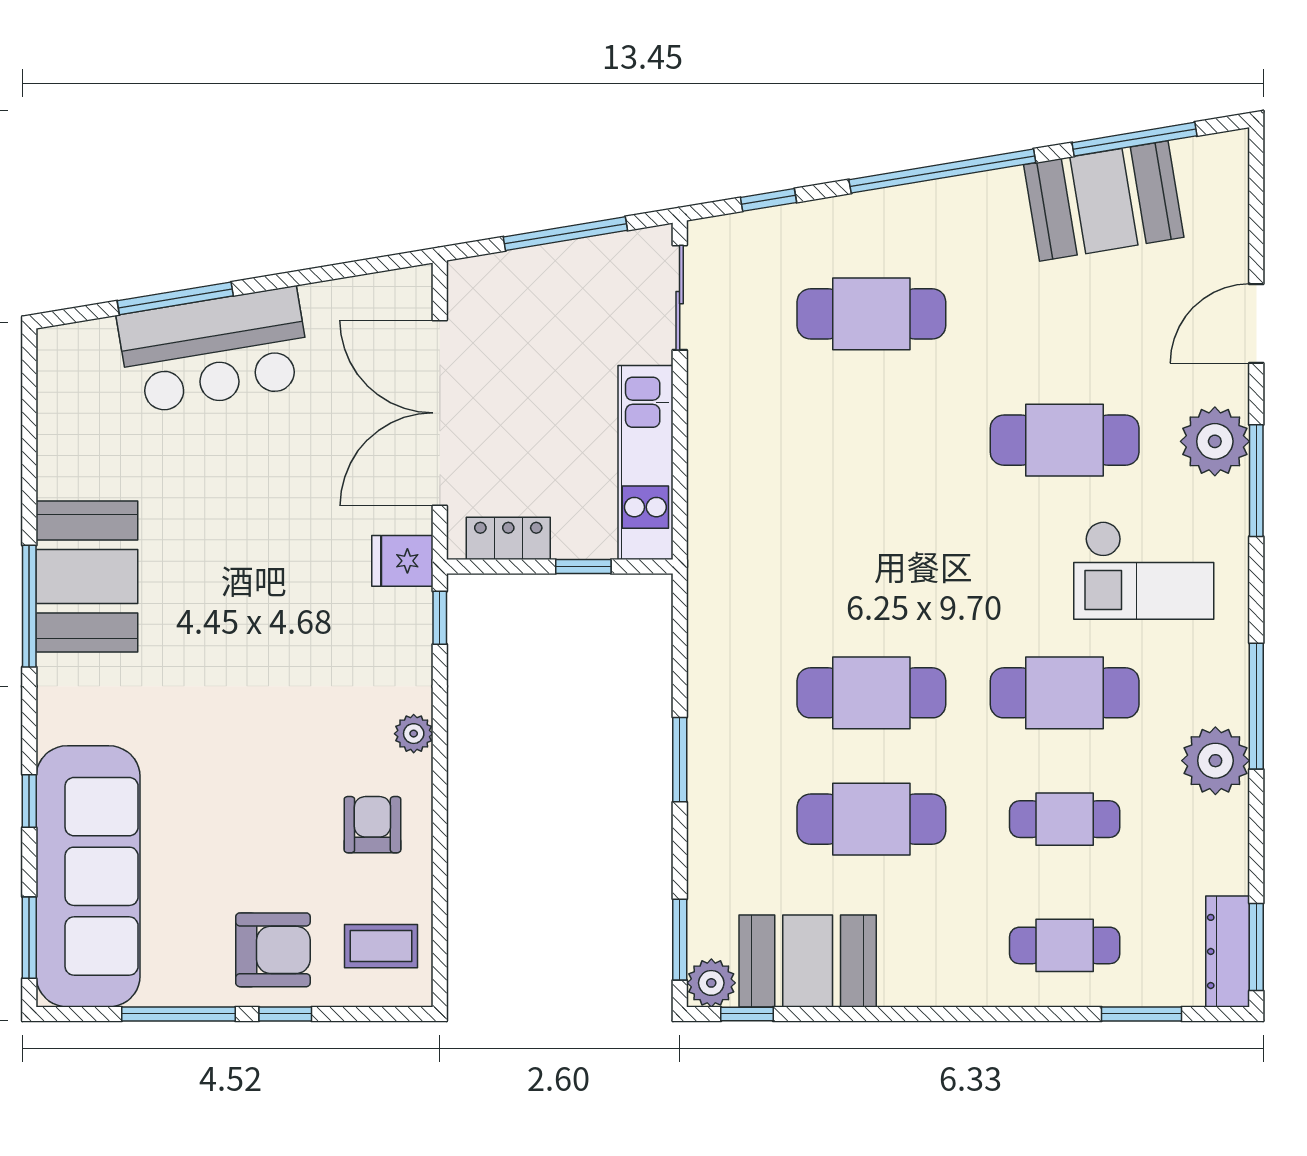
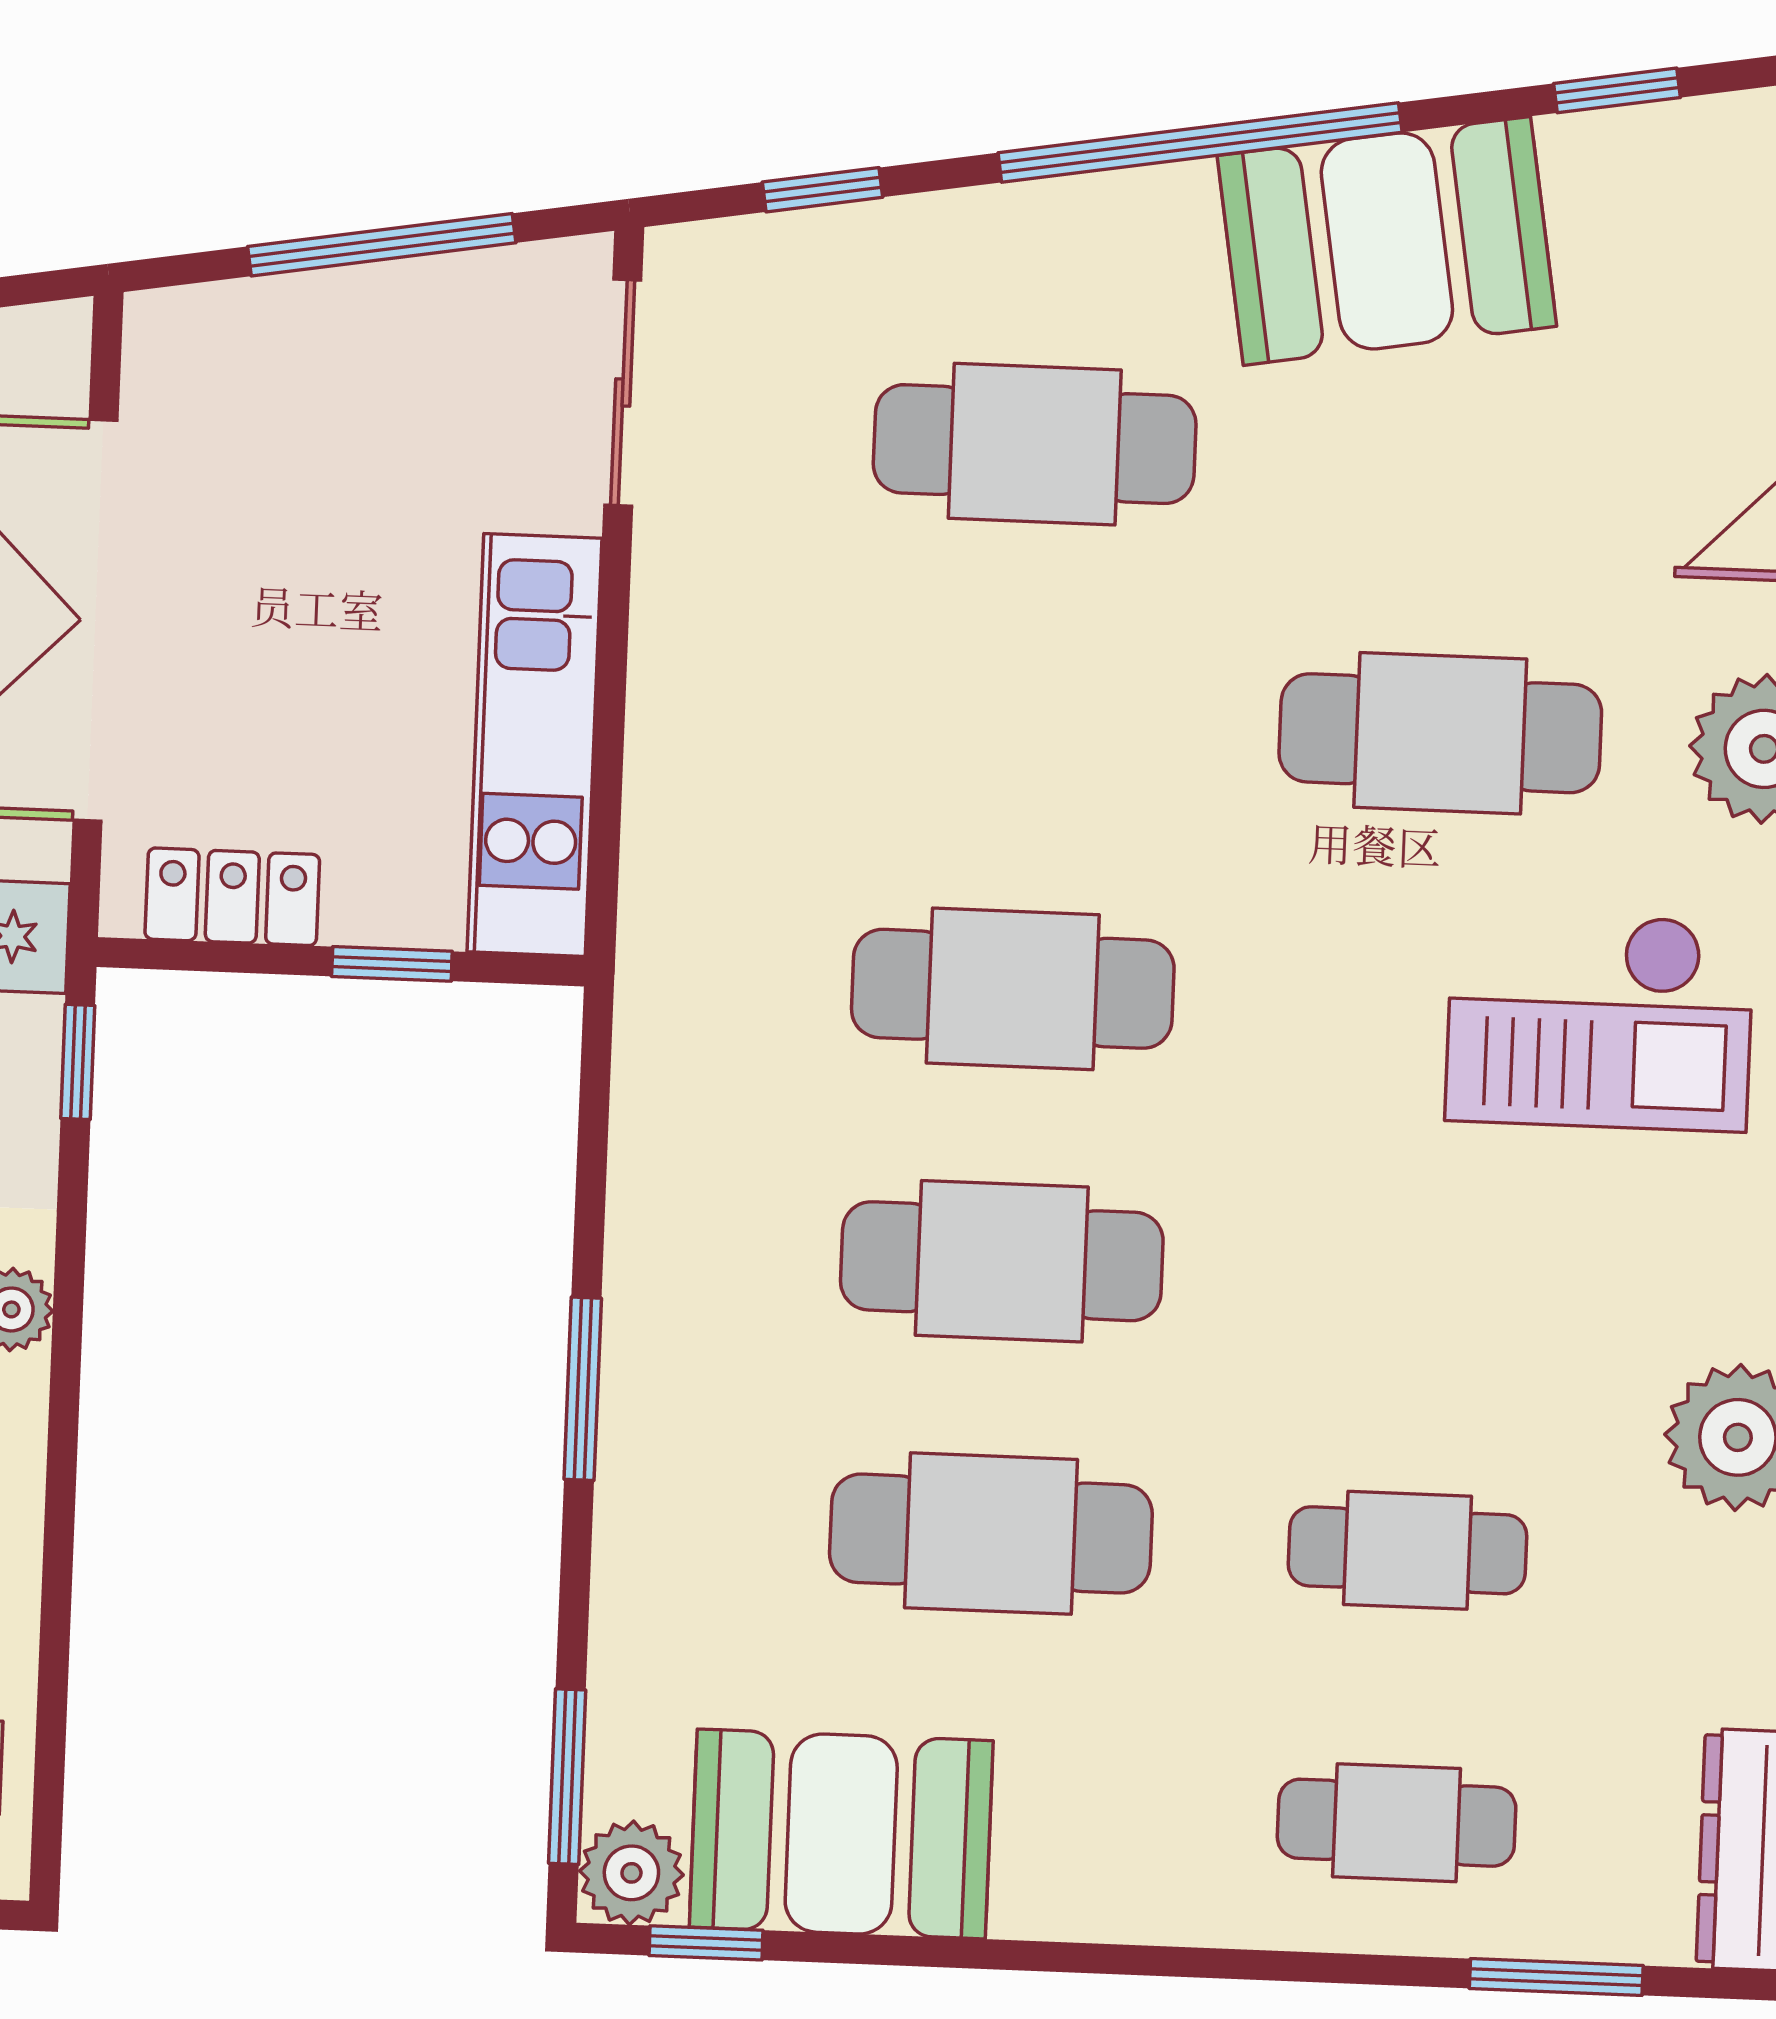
window: (1134, 139) -> (1617, 90), width x0.46
booth: (1104, 201) -> (1387, 241), moved
cafe table: (1065, 693) -> (1013, 989), moved

